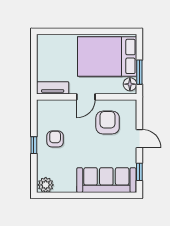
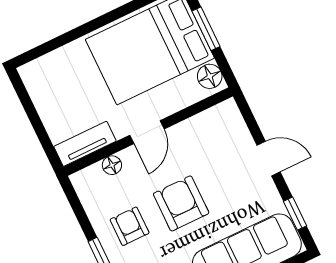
window: (139, 72) -> (206, 29), moved
floor lamp: (61, 105) -> (112, 165), added
armchair: (108, 123) -> (181, 203), moved

